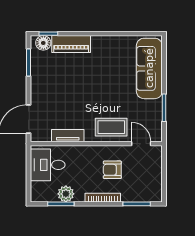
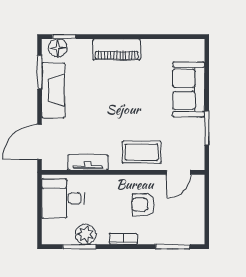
piano: (71, 44) -> (117, 49), moved
sofa: (149, 68) -> (189, 89), width x0.73
fireplace: (40, 77) -> (53, 90), added
door: (141, 144) -> (179, 172), swing flipped
bookcase: (103, 198) -> (123, 239), width x0.64

